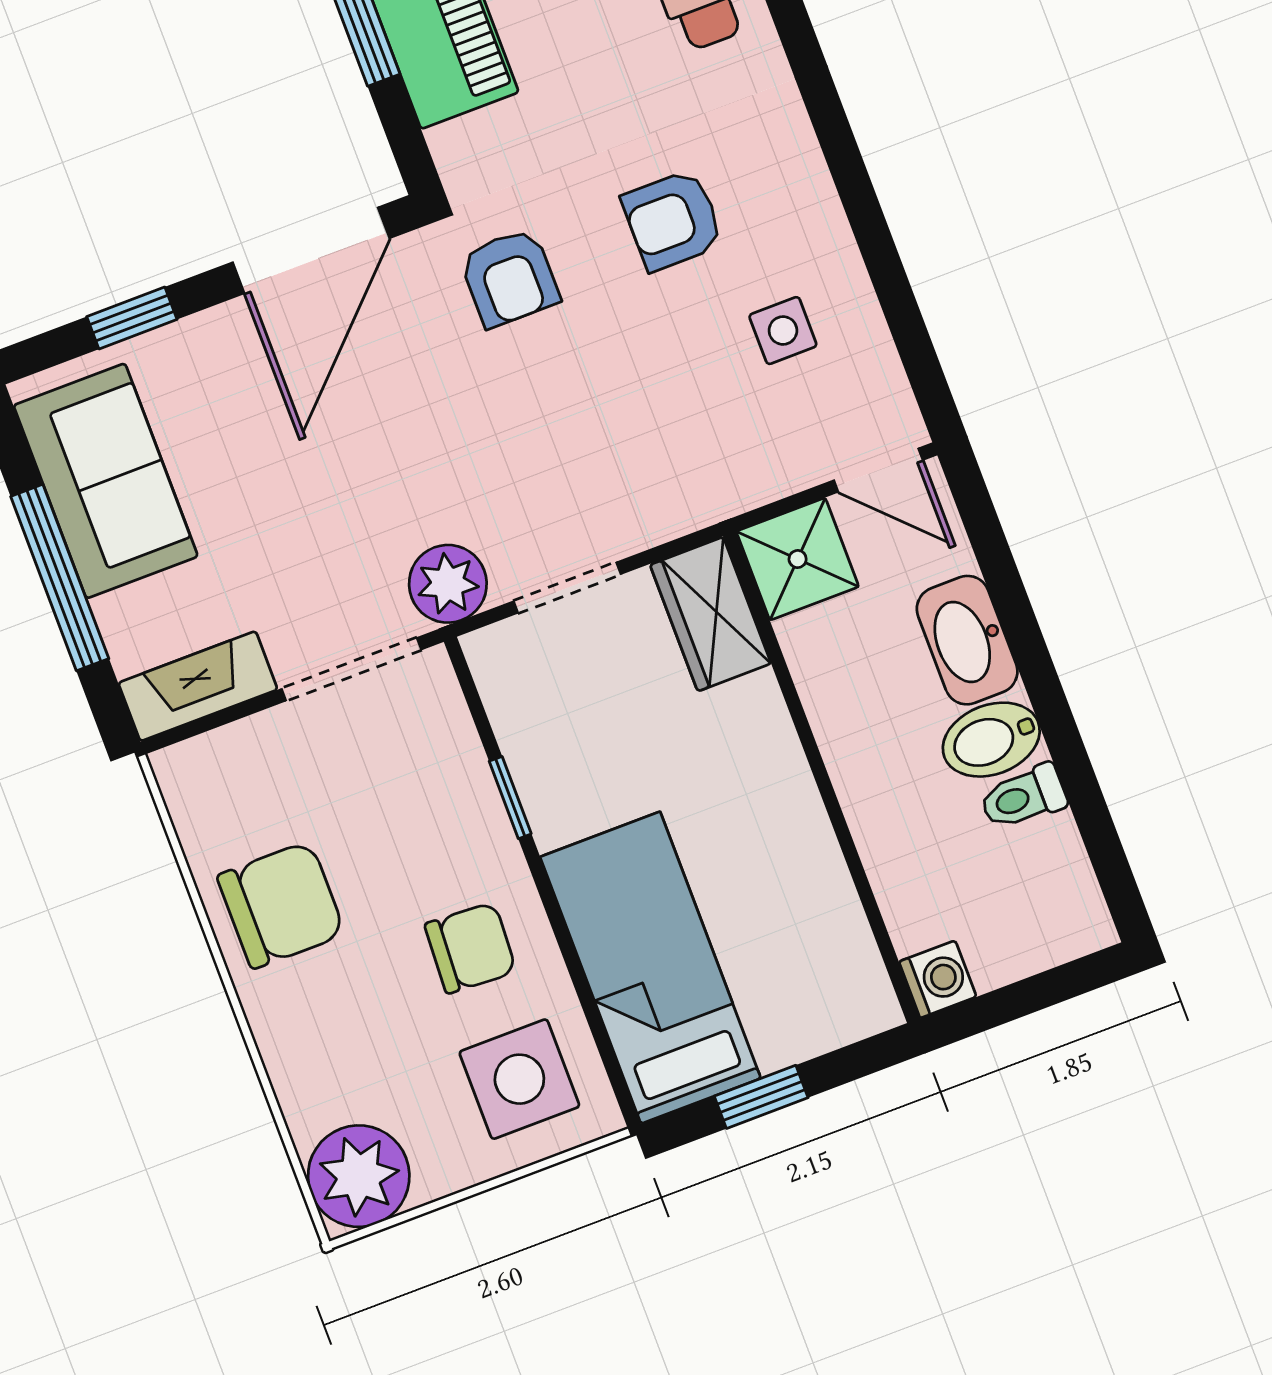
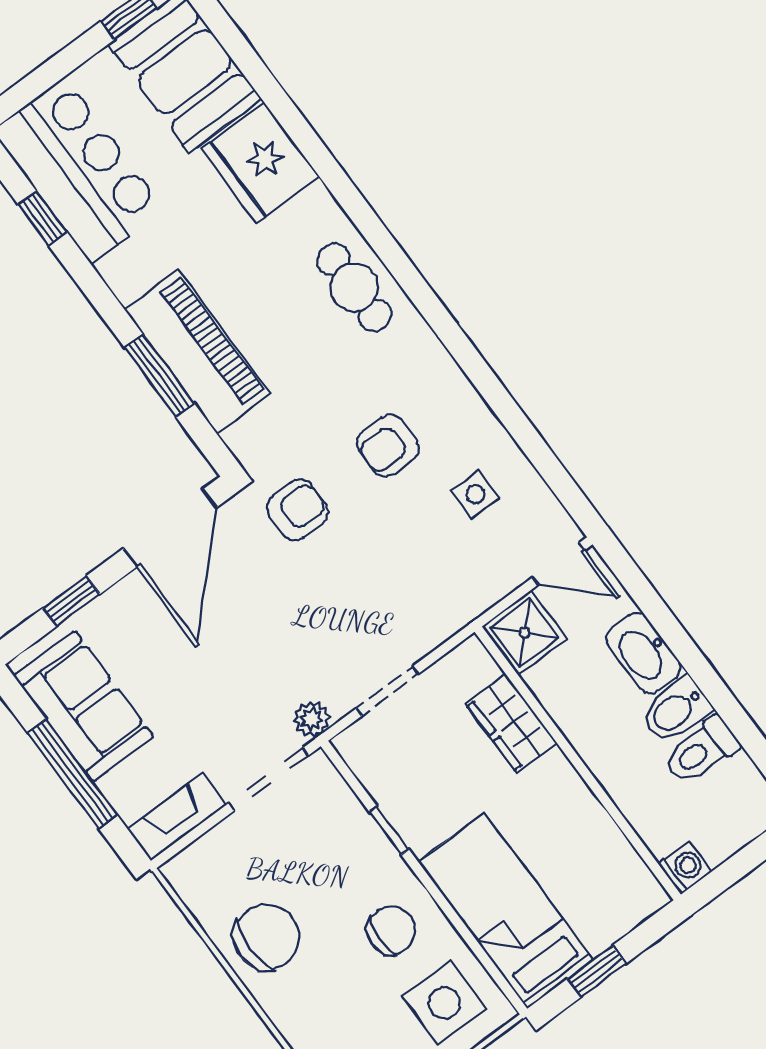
armchair: (509, 278) -> (297, 510), turned -90
plant: (448, 584) -> (312, 719), width x0.73, depth x0.73
wardrobe: (711, 614) -> (511, 723), moved
toilet: (1023, 797) -> (701, 751), width x1.37, depth x1.39

